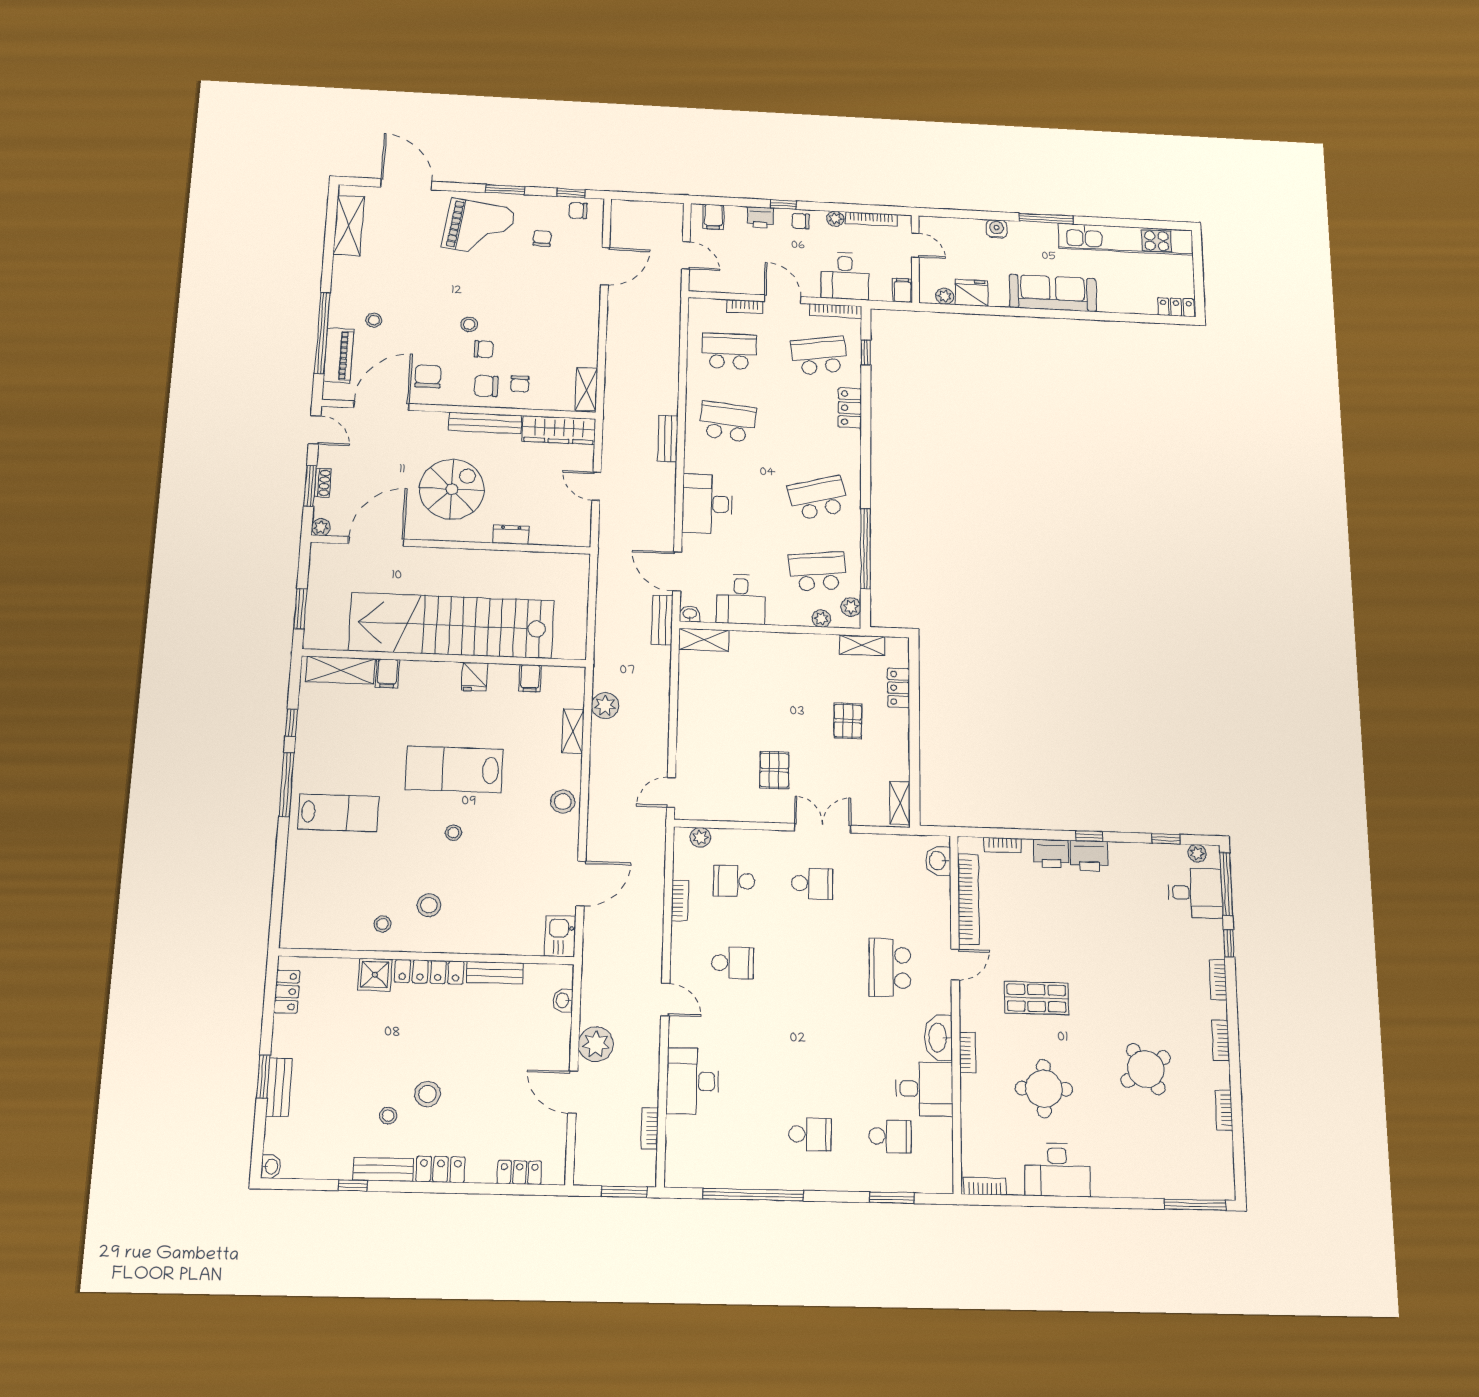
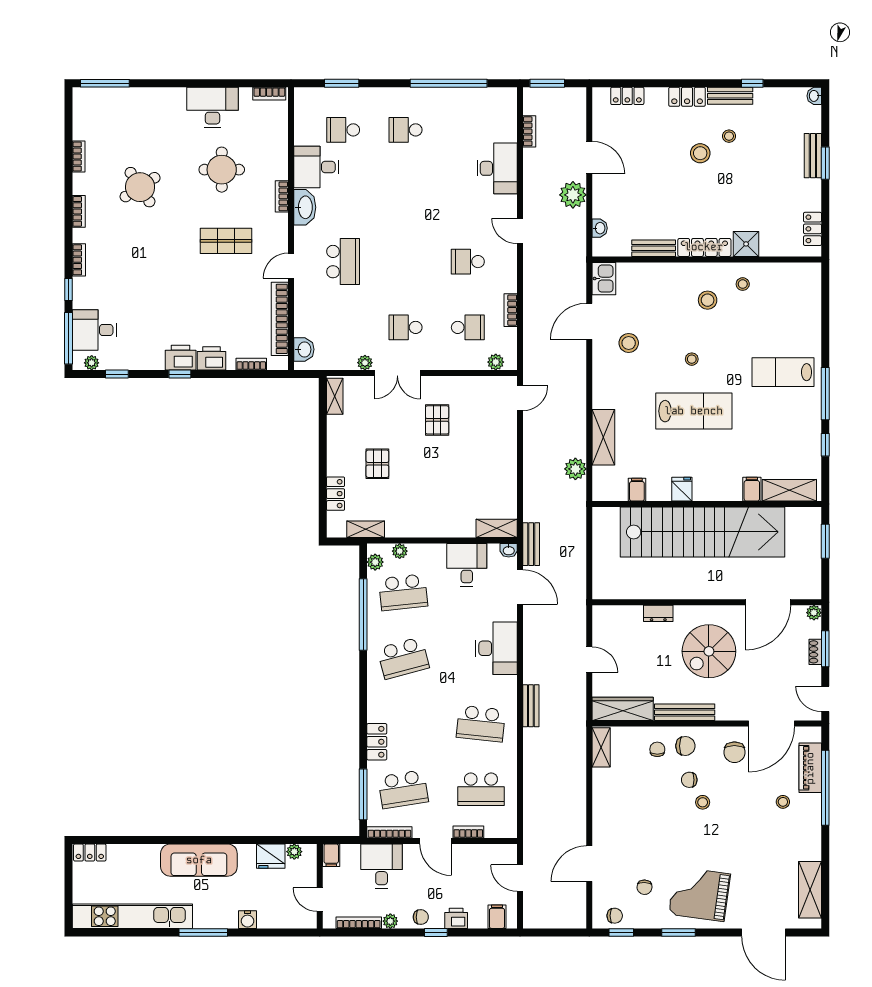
window: (866, 352) -> (363, 794), width x2.17
shelving: (573, 731) -> (603, 437), width x1.50, depth x1.33
stool: (563, 802) -> (629, 343), moved
plant: (863, 842) -> (365, 363), added

